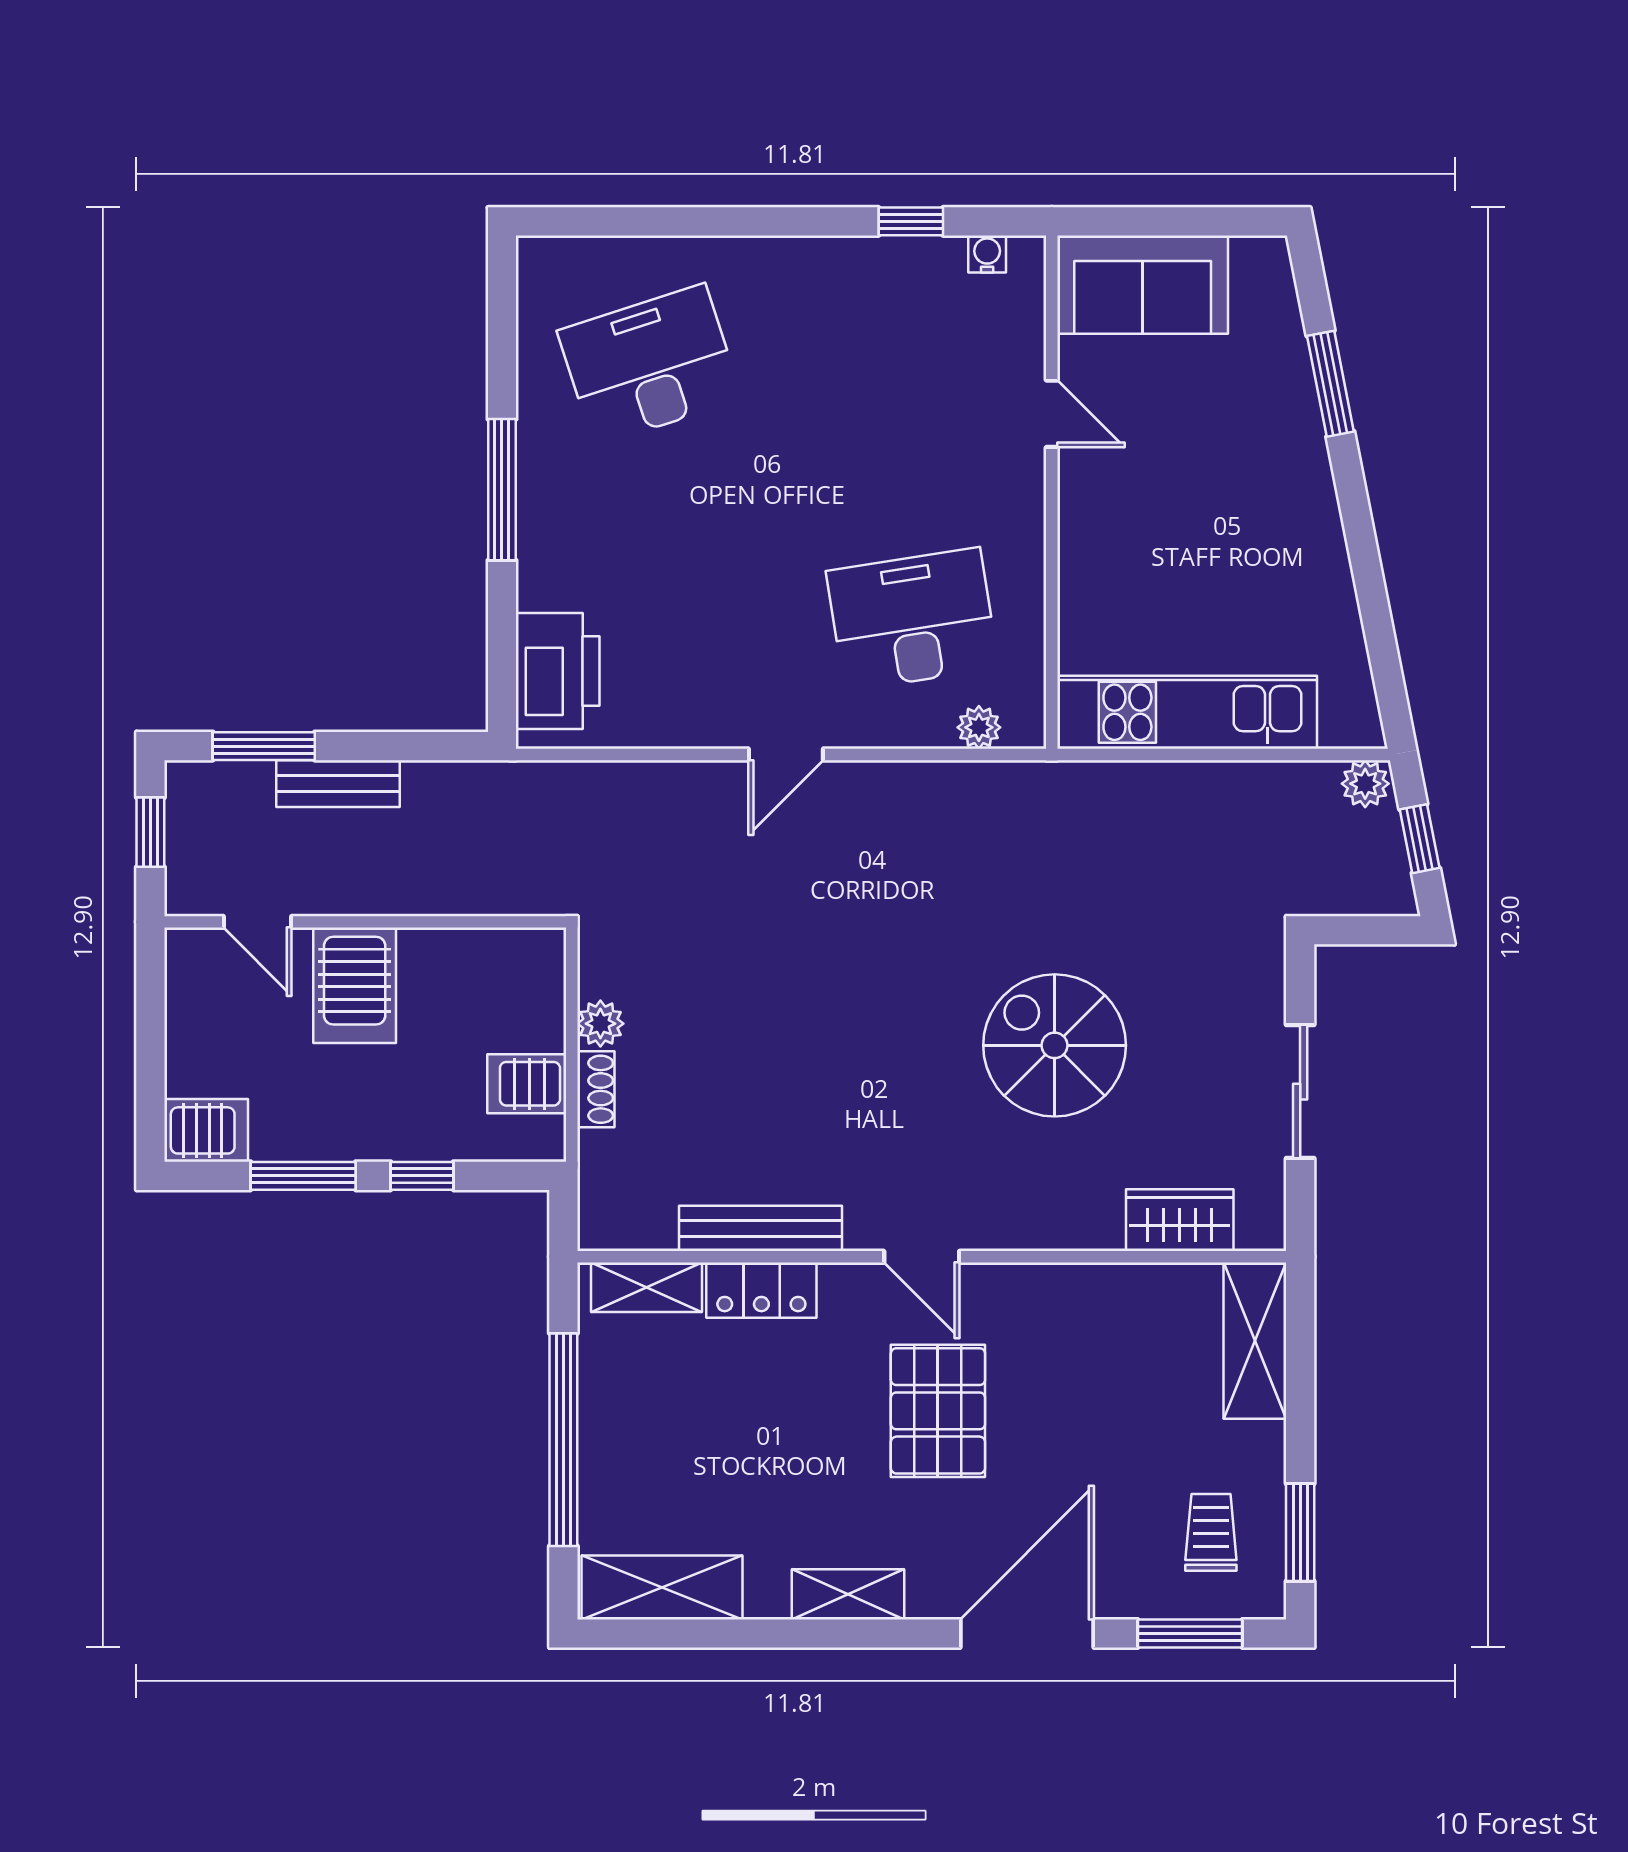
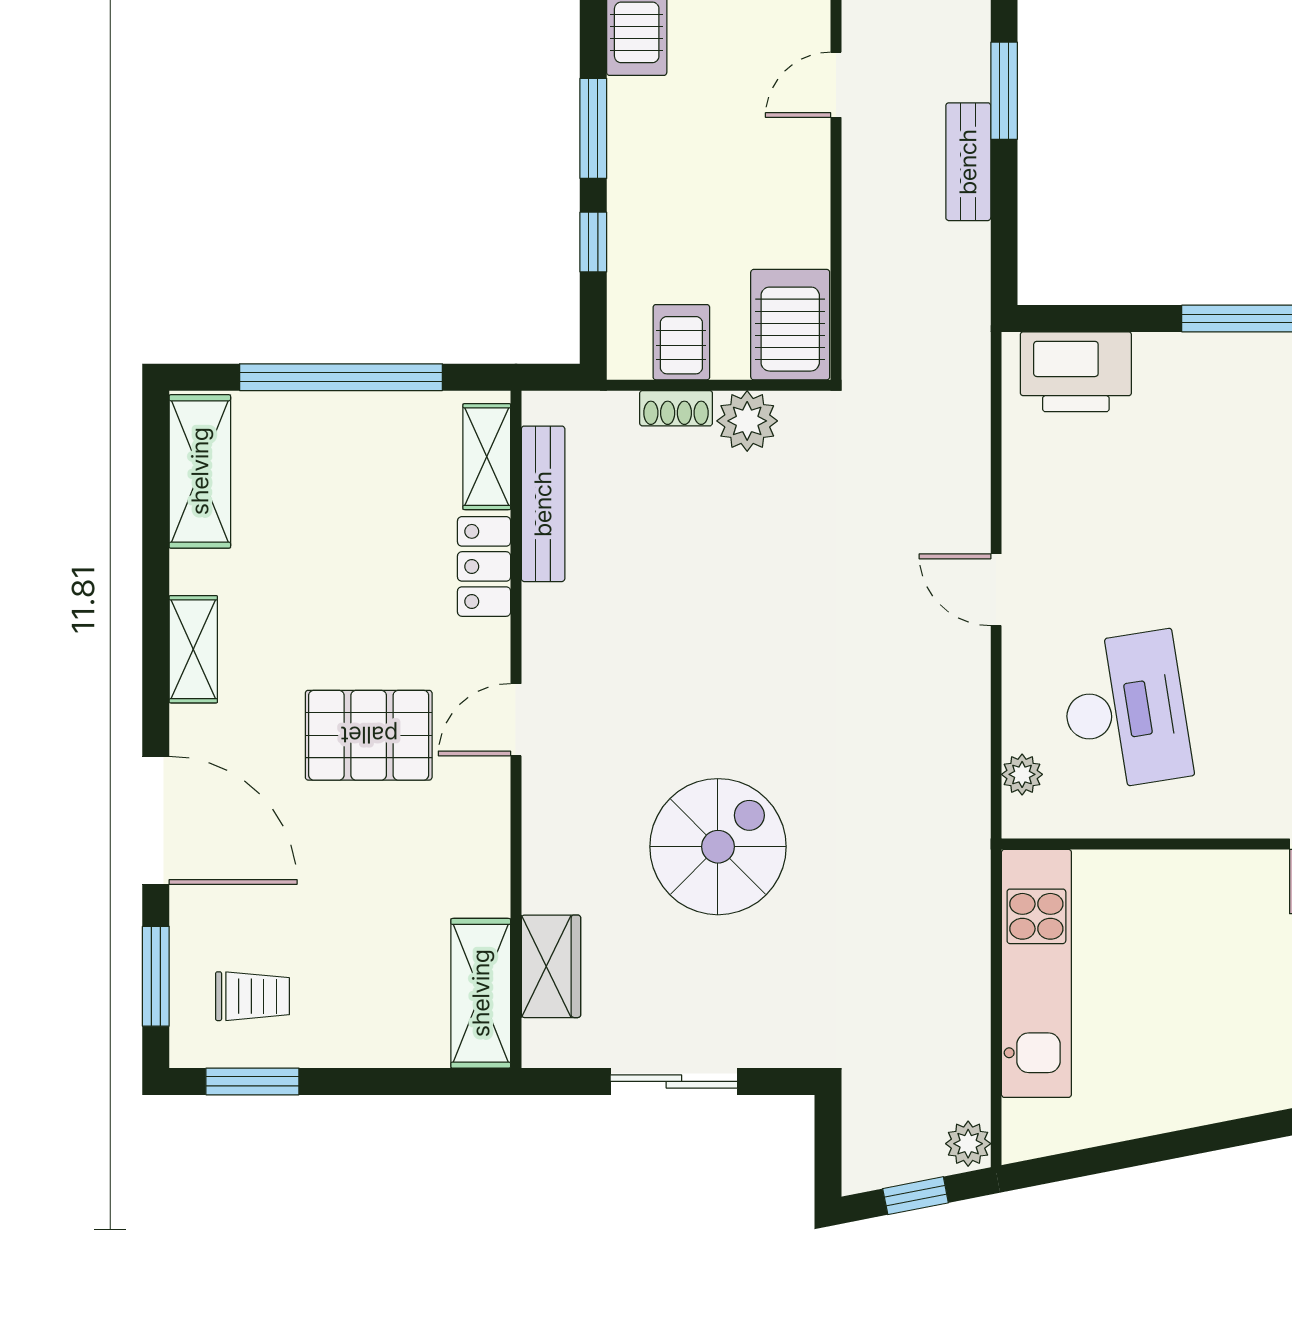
server rack: (355, 985) -> (790, 325), moved, turned 90
plant: (600, 1024) -> (747, 421), width x1.38, depth x1.38
bench: (761, 1228) -> (543, 504), moved
shelving: (1255, 1341) -> (481, 993), moved, turned 90

